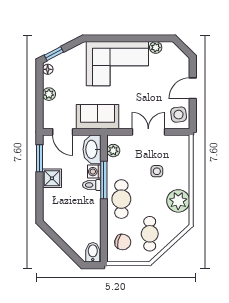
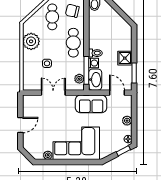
side table: (179, 115) -> (31, 105), removed
double door: (148, 132) -> (53, 93), swing flipped
window: (104, 180) -> (86, 70), moved

